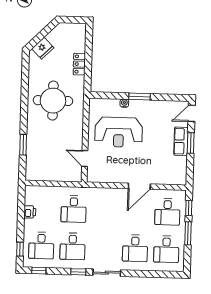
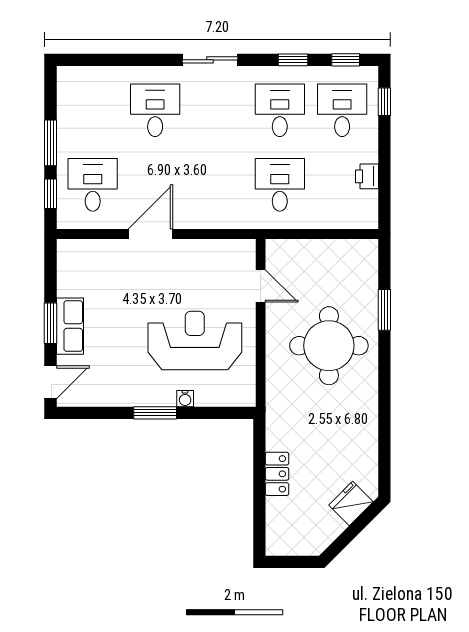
round table: (53, 101) -> (329, 346), moved
desk: (166, 249) -> (93, 110), removed
window: (78, 272) -> (293, 60), moved

